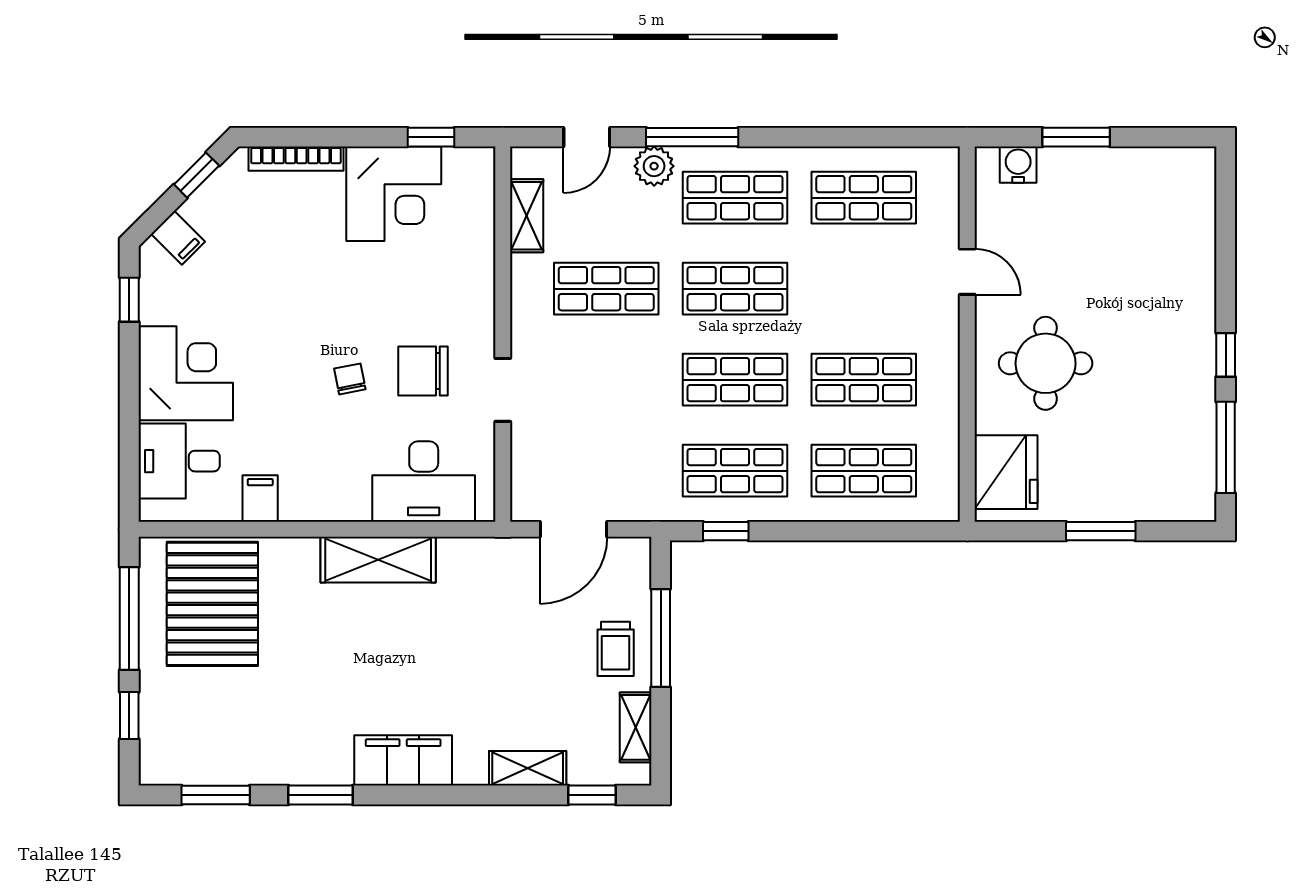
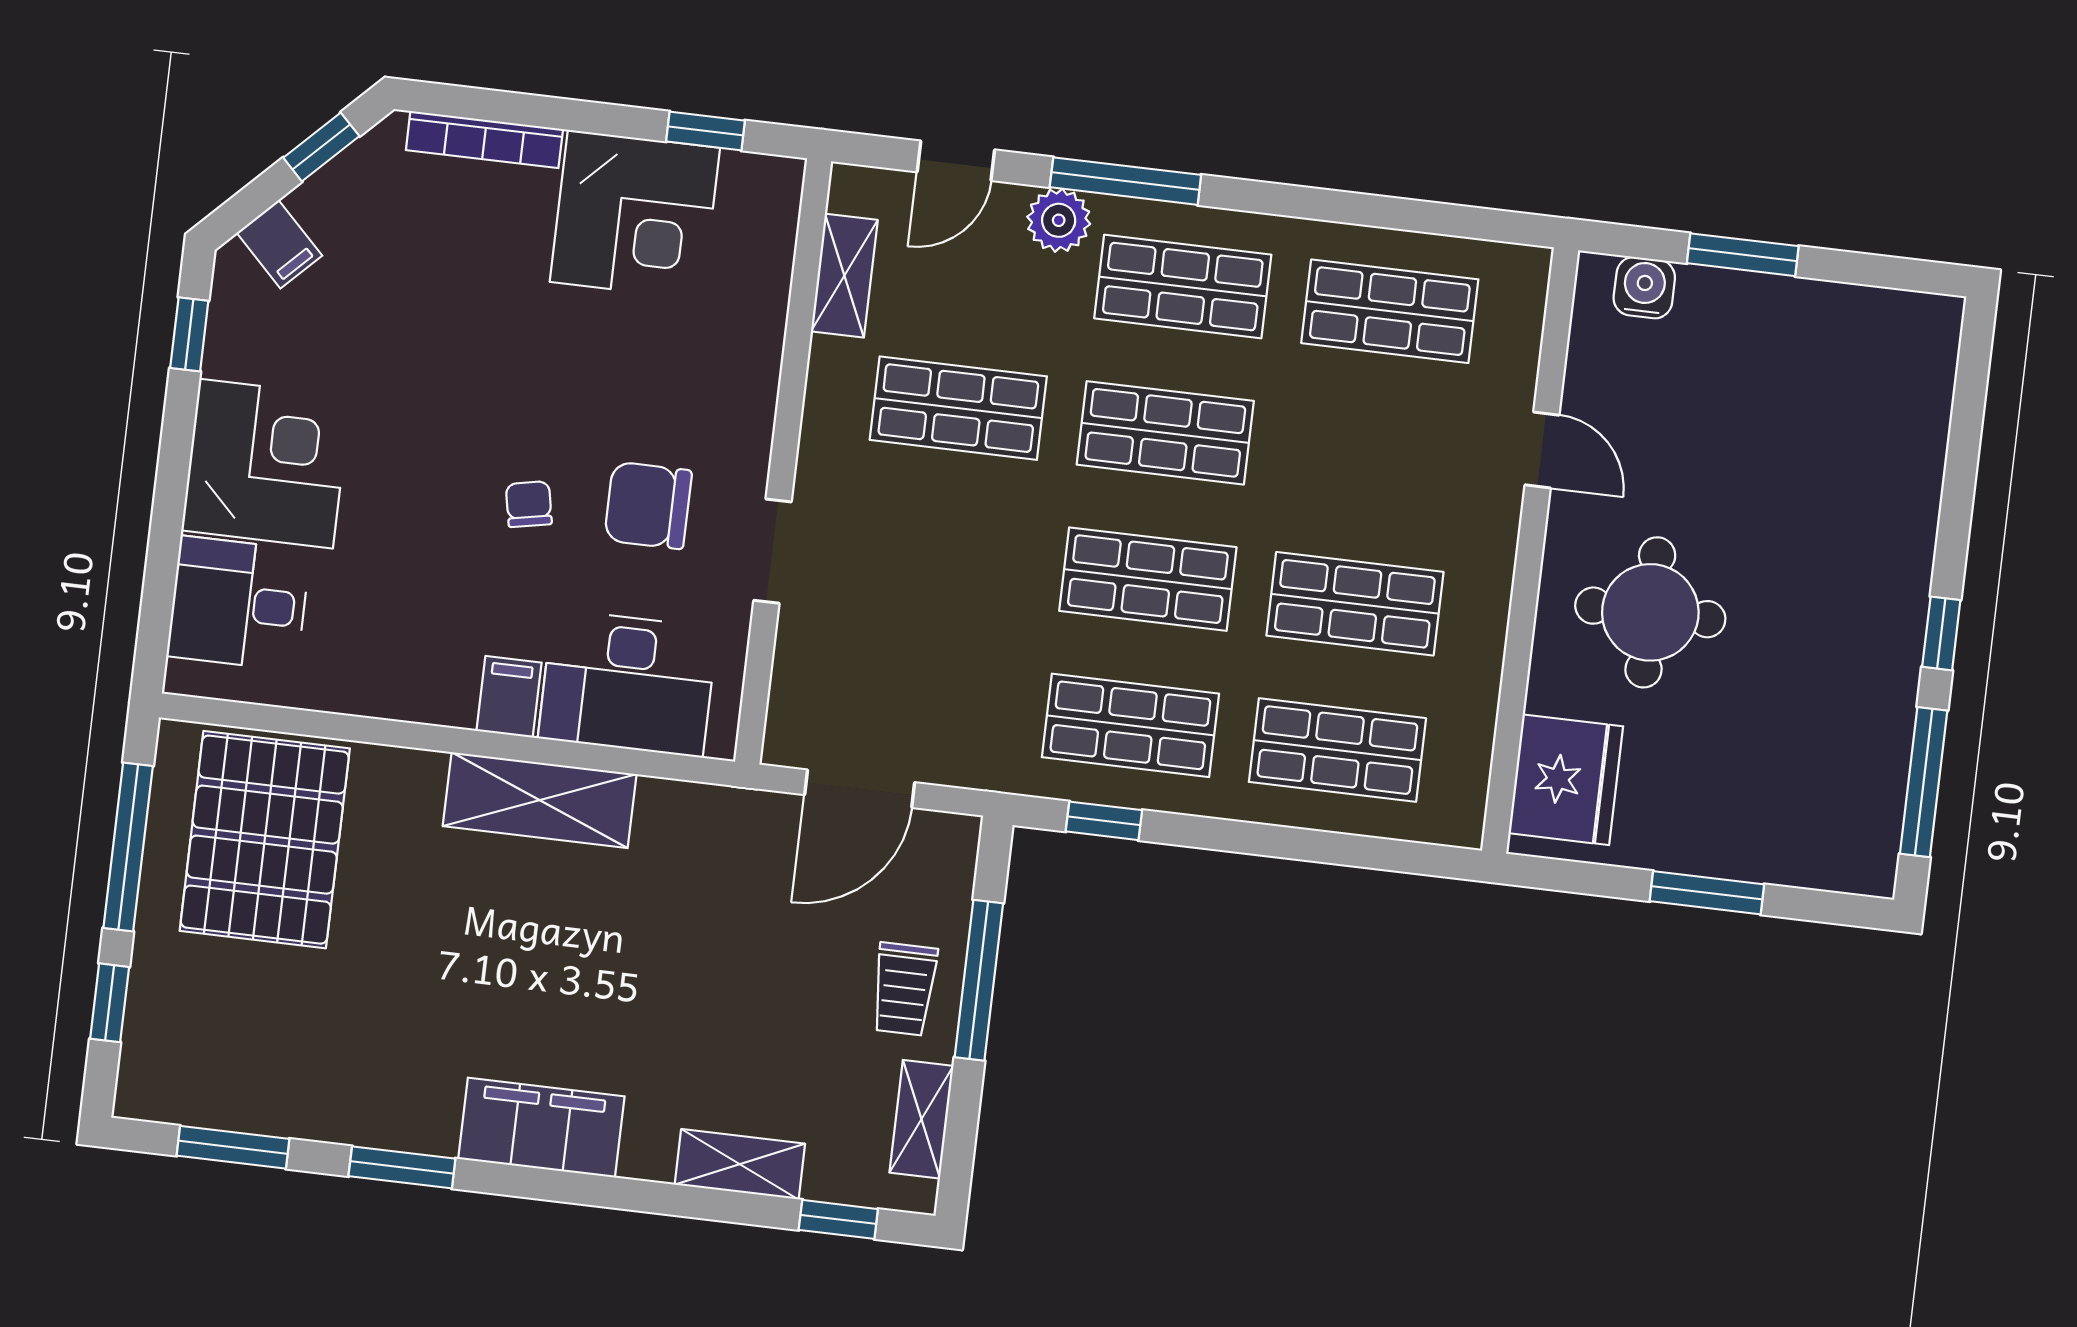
filing cabinet: (260, 498) -> (509, 697), moved

